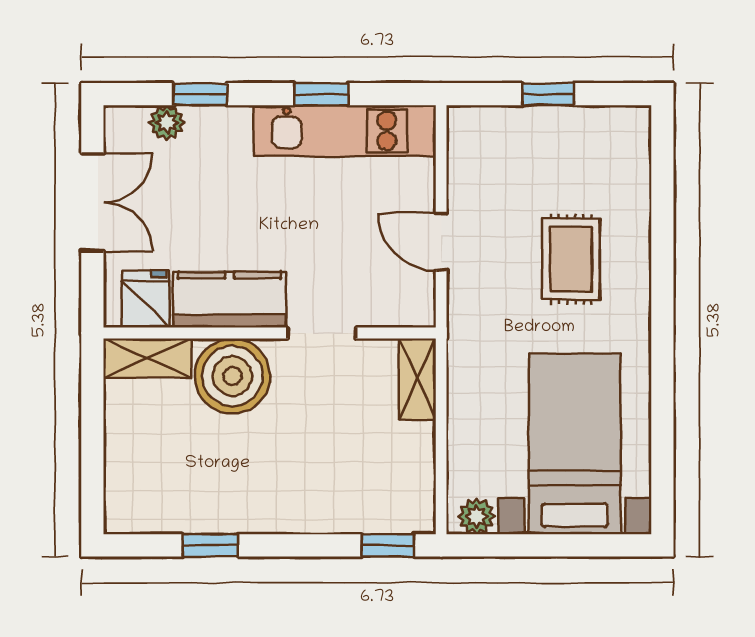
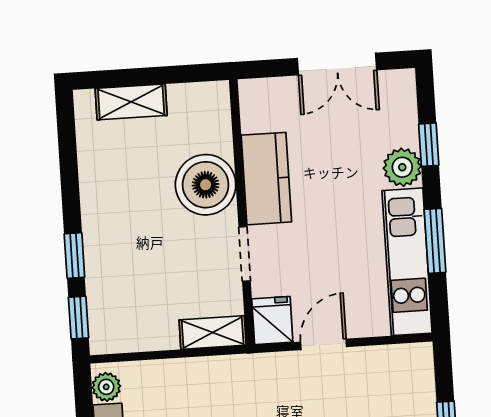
window: (321, 94) -> (435, 241), width x1.50
plant: (167, 123) -> (402, 167), moved, width x1.38, depth x1.38
fridge: (146, 299) -> (272, 320), moved, turned -90
shelving: (147, 358) -> (131, 102), moved, turned 90
window: (210, 545) -> (74, 256), moved

